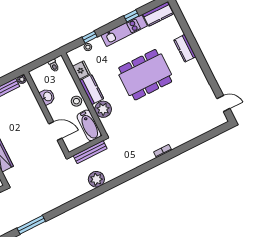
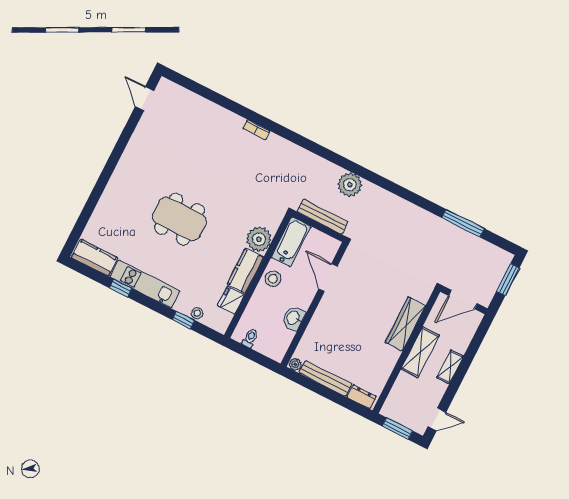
kitchen counter: (185, 48) -> (112, 195), removed
dining table: (145, 75) -> (179, 219), width x0.73, depth x0.80

